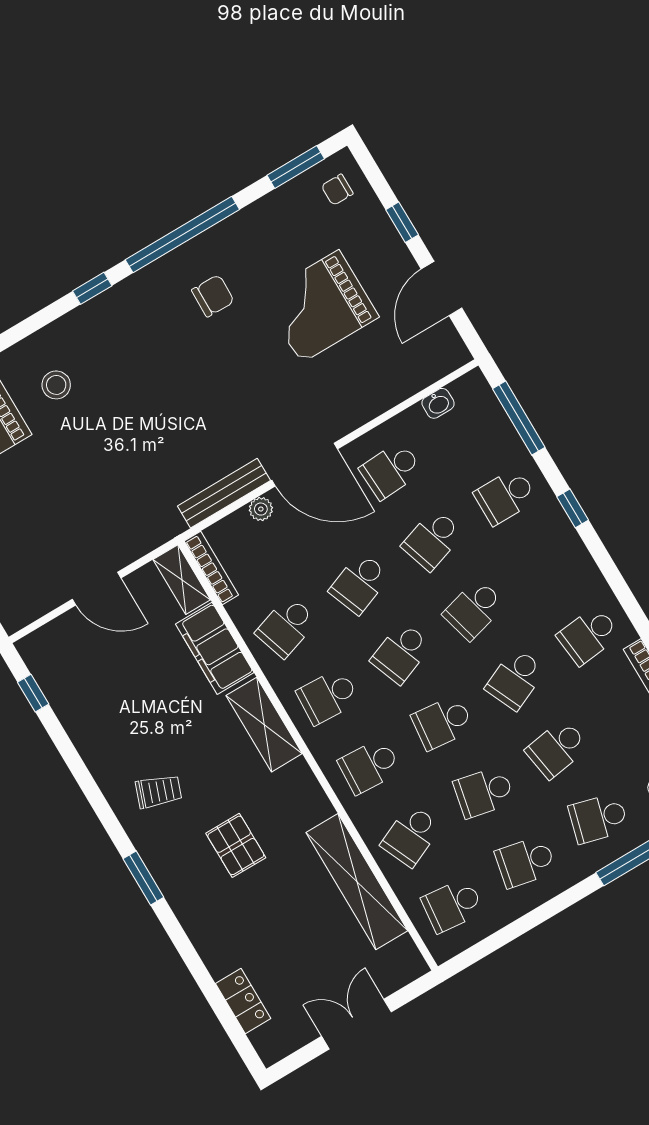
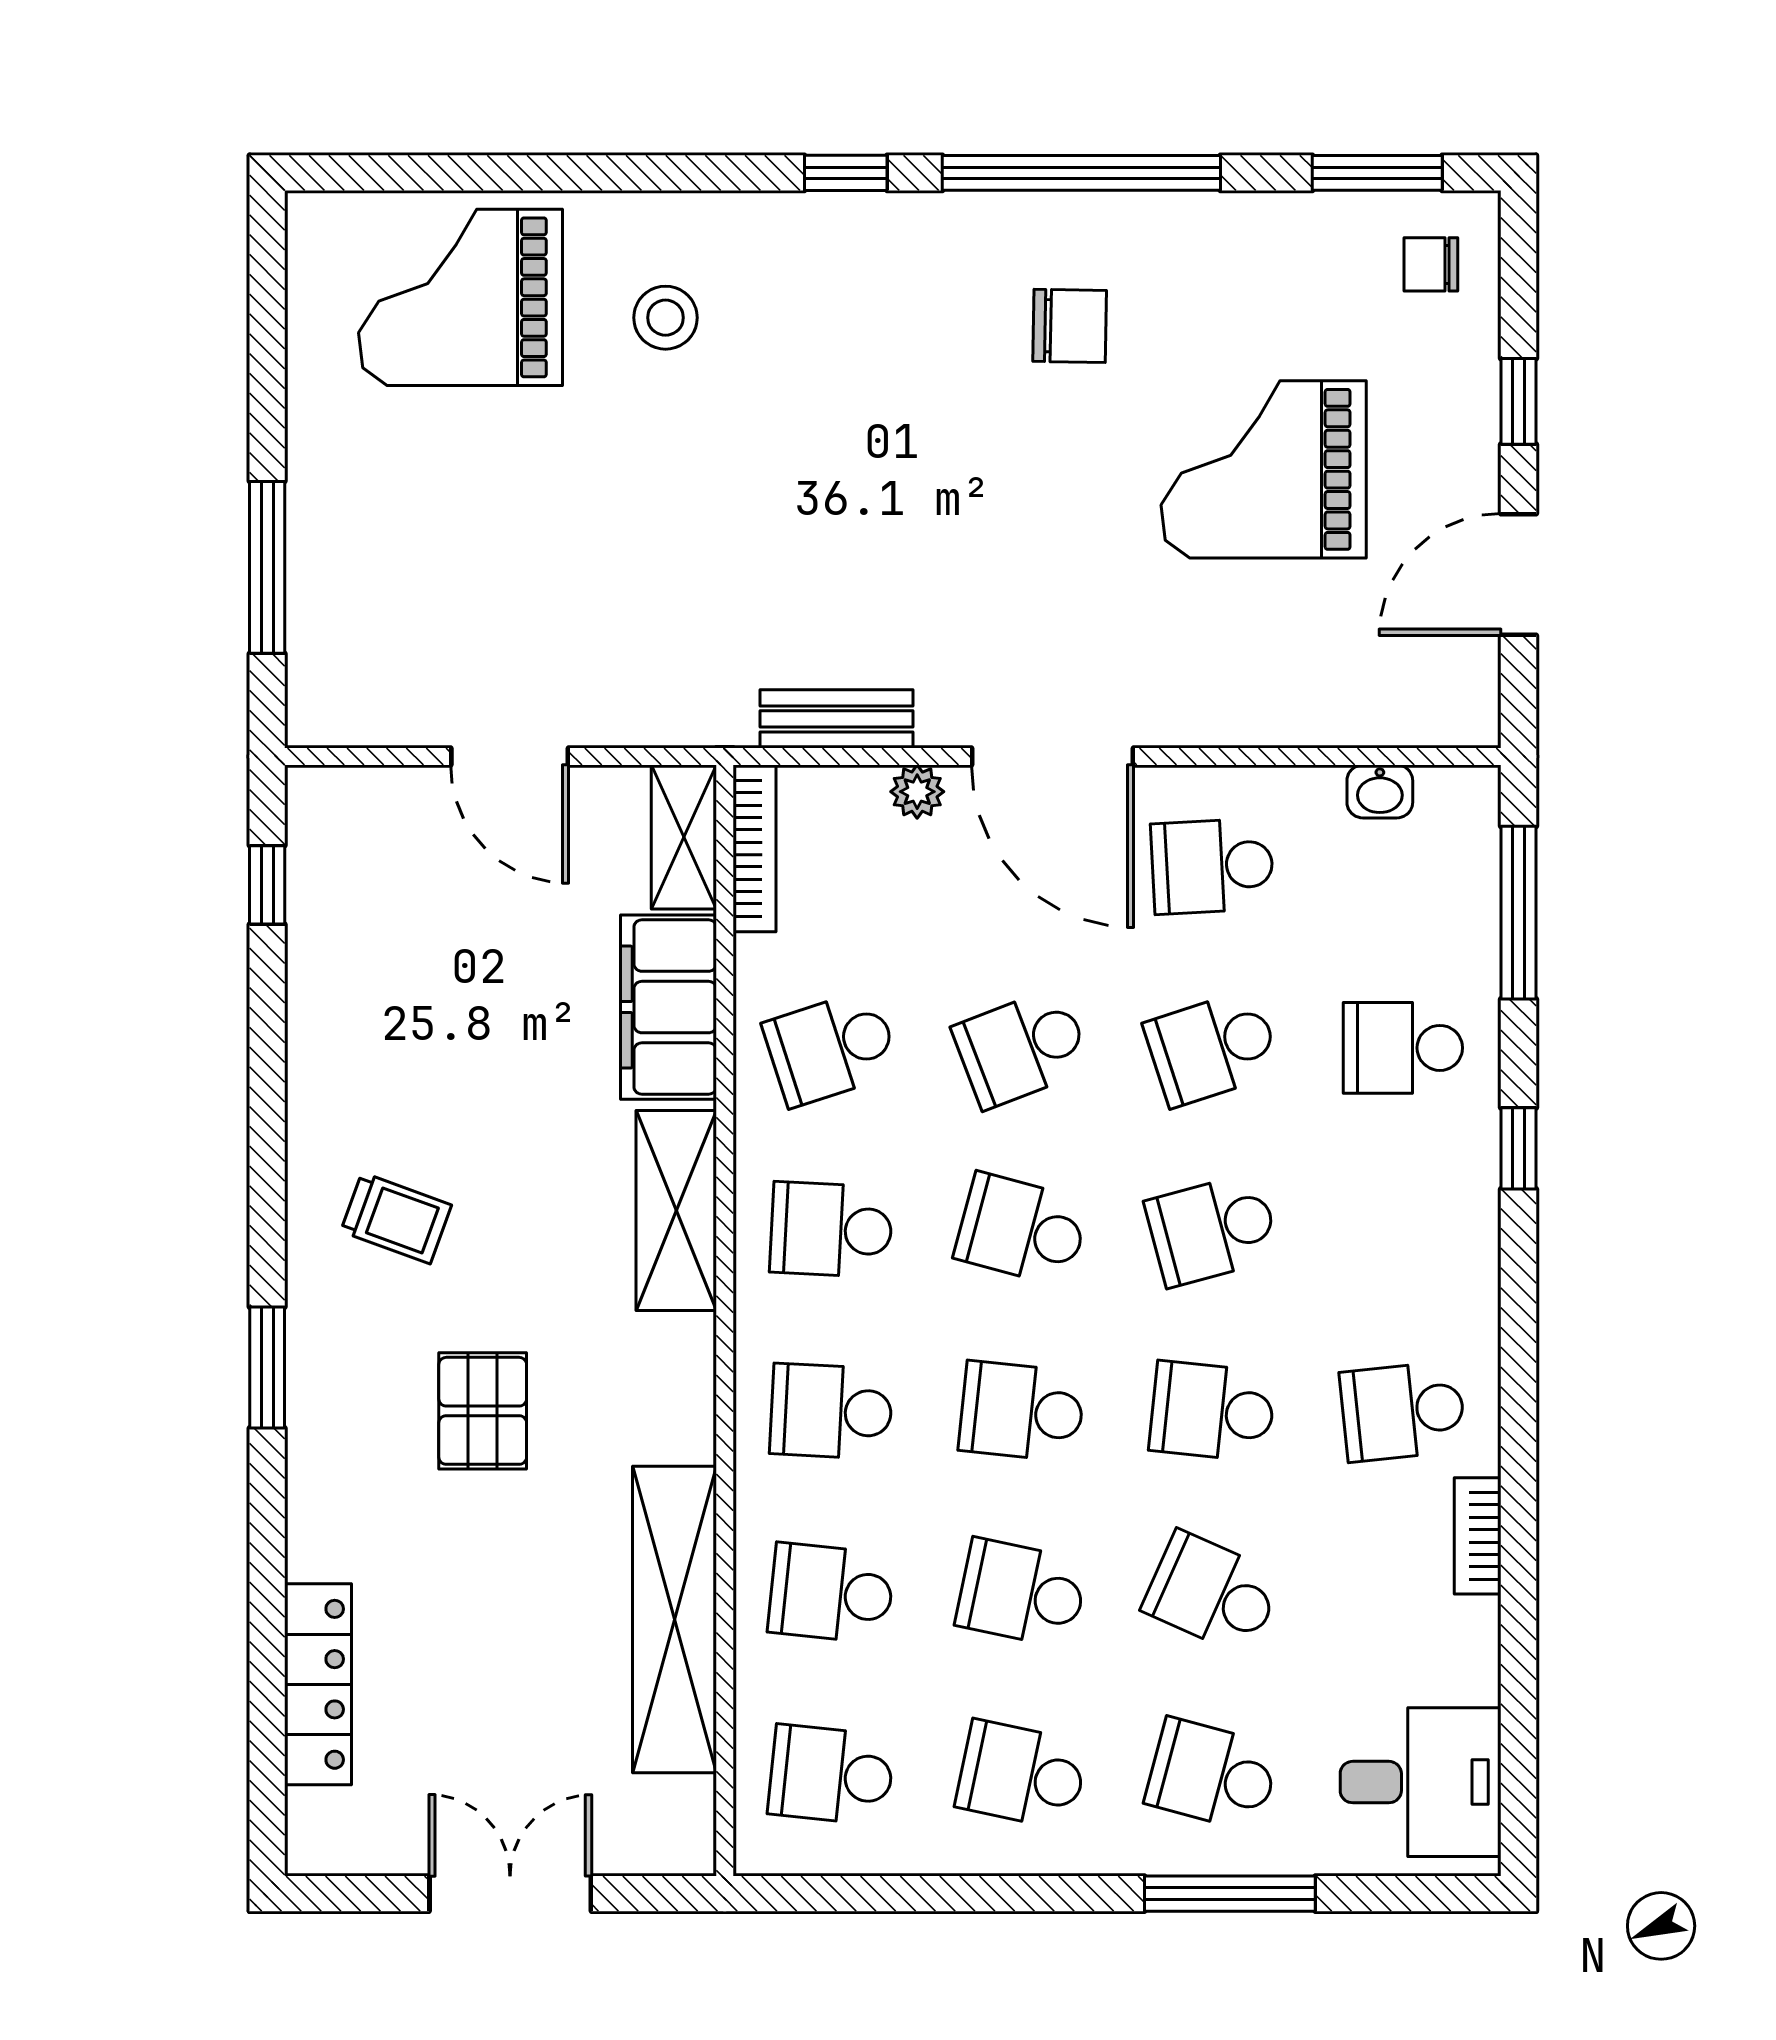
bench: (224, 493) -> (836, 719), width x0.73
school desk: (401, 653) -> (1022, 1230), turned 36
school desk: (515, 679) -> (1212, 1411), turned 30
school desk: (557, 749) -> (1212, 1593), turned 33
school desk: (411, 836) -> (831, 1593), turned 30
locker: (243, 1001) -> (318, 1684), width x1.53

